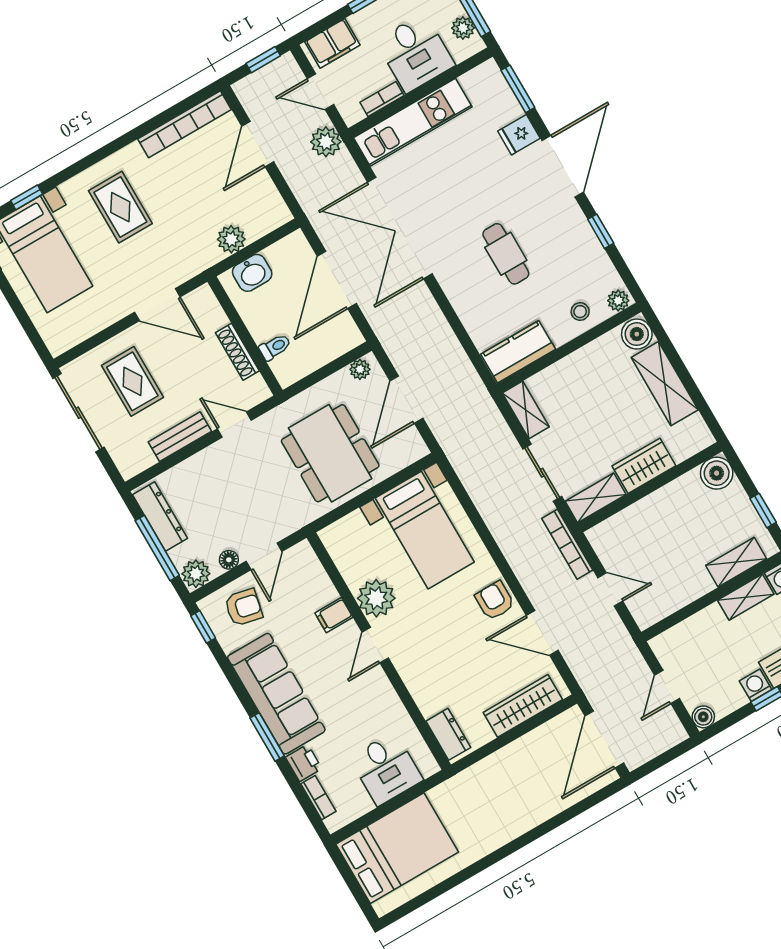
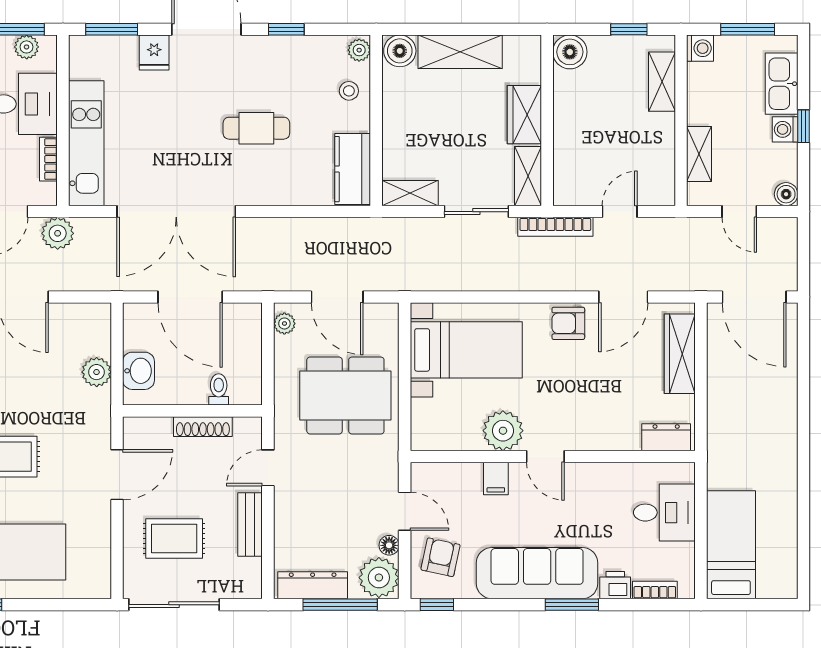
plant: (196, 574) -> (379, 578), width x1.36, depth x1.36
shelving: (746, 597) -> (699, 154), moved
bed: (397, 848) -> (731, 545), width x0.67

